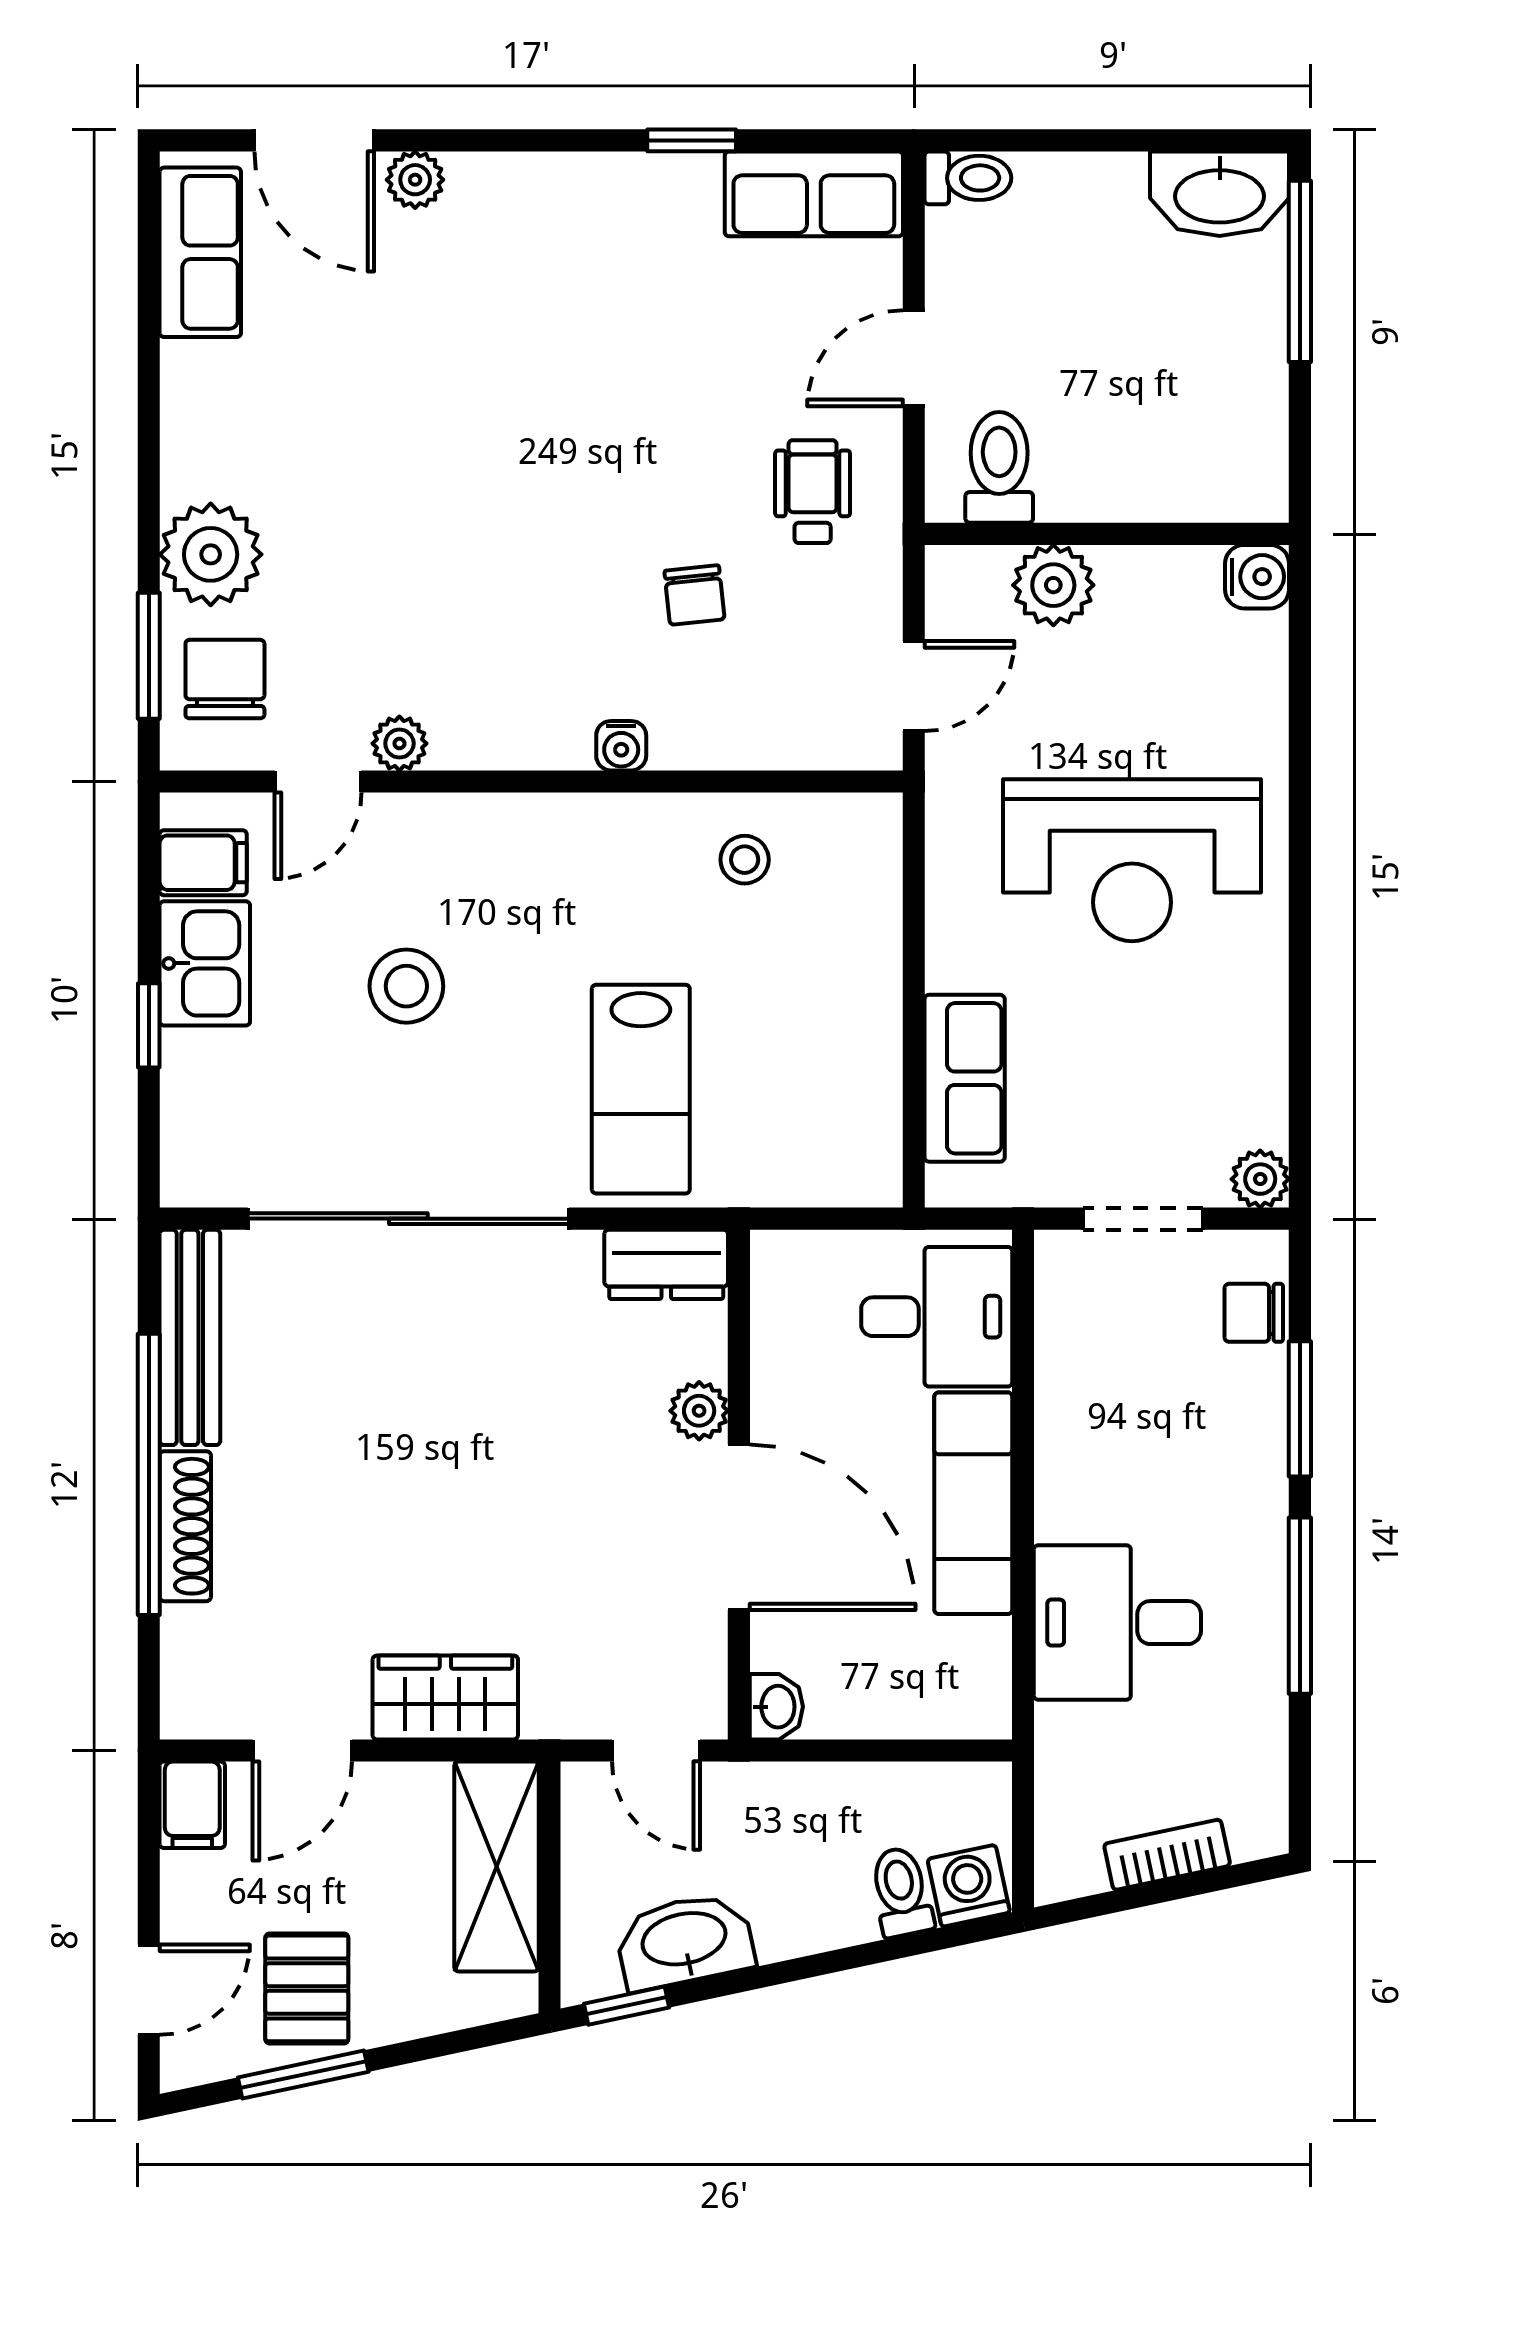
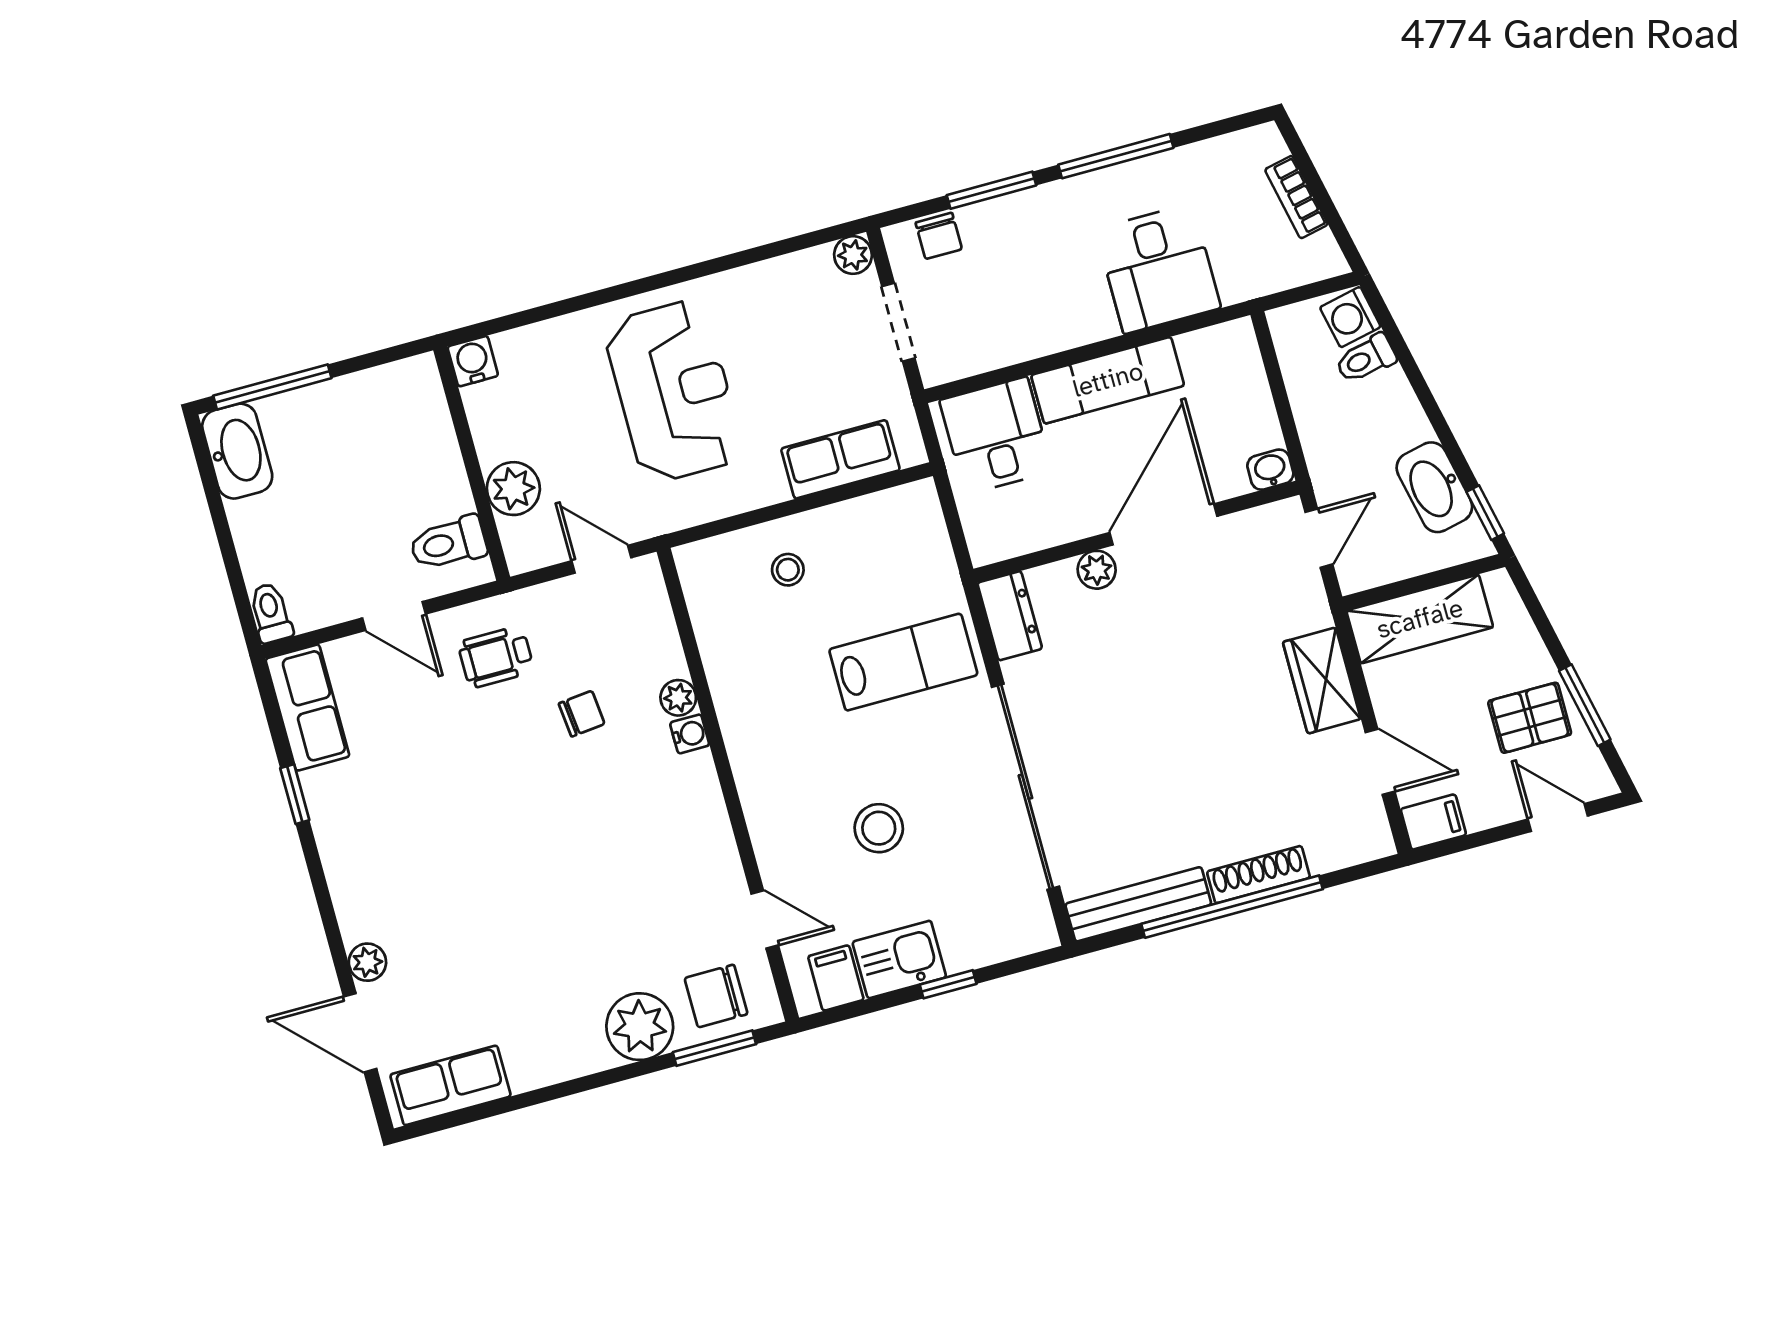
door: (314, 140) -> (360, 1033), swing flipped
plant: (399, 743) -> (678, 698), moved
stool: (745, 860) -> (788, 570), moved

